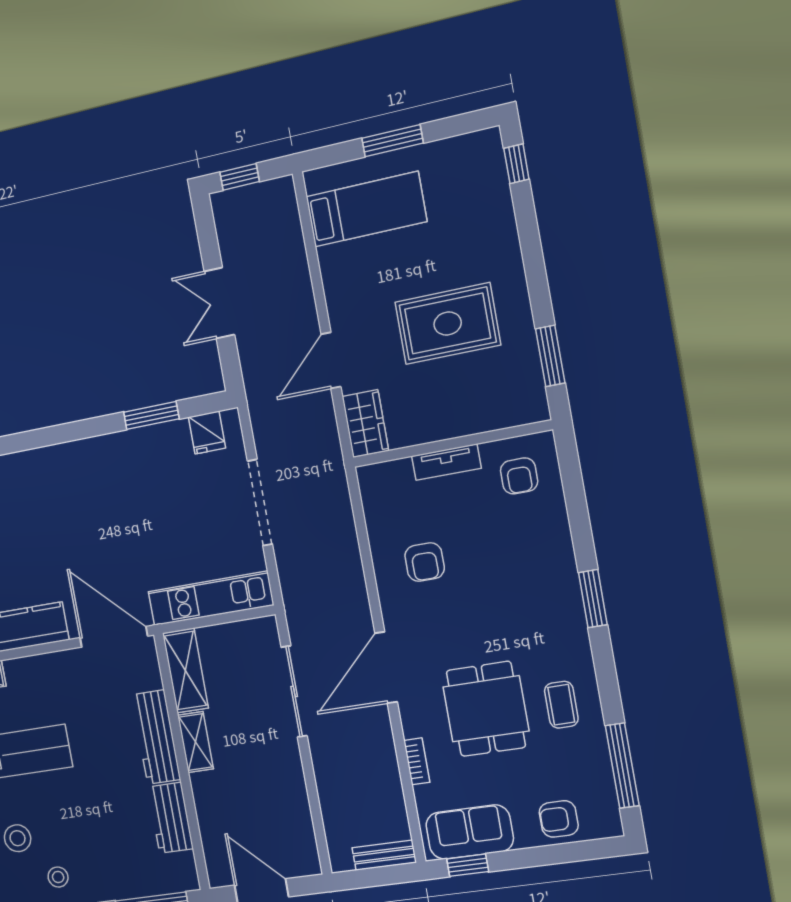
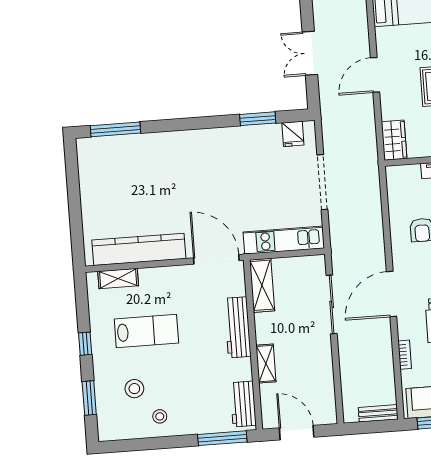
door: (331, 360) -> (375, 75), moved
shelving: (195, 742) -> (266, 364), moved
workbench: (171, 818) -> (243, 404), moved

